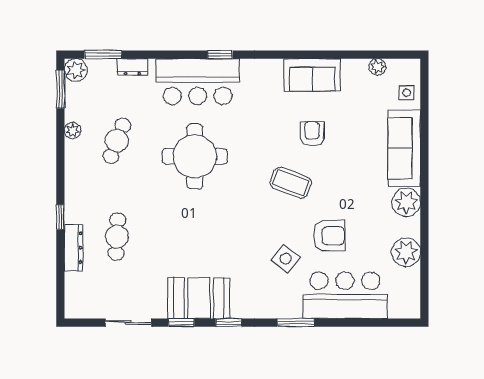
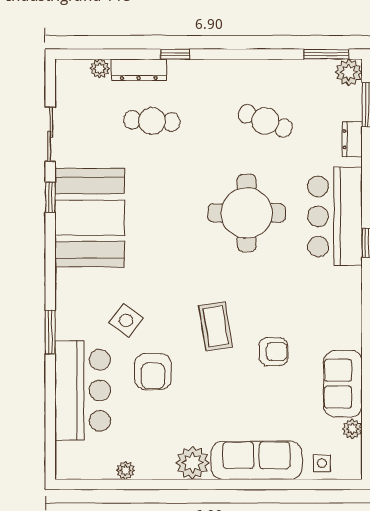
sofa: (312, 75) -> (343, 384), moved
plant: (73, 131) -> (100, 69), moved
coffee table: (291, 183) -> (216, 326), turned -30
plant: (406, 252) -> (126, 471), width x0.53, depth x0.53
booth: (199, 298) -> (90, 218), width x1.36, depth x1.42
window: (229, 323) -> (50, 253), removed

